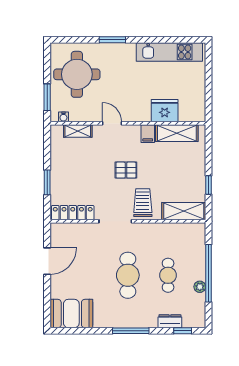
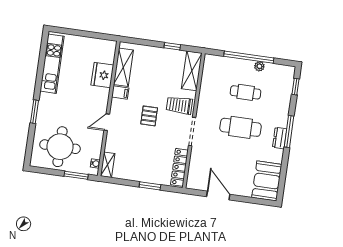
shelving: (78, 131) -> (108, 165), moved
dresser: (170, 321) -> (280, 138), moved

